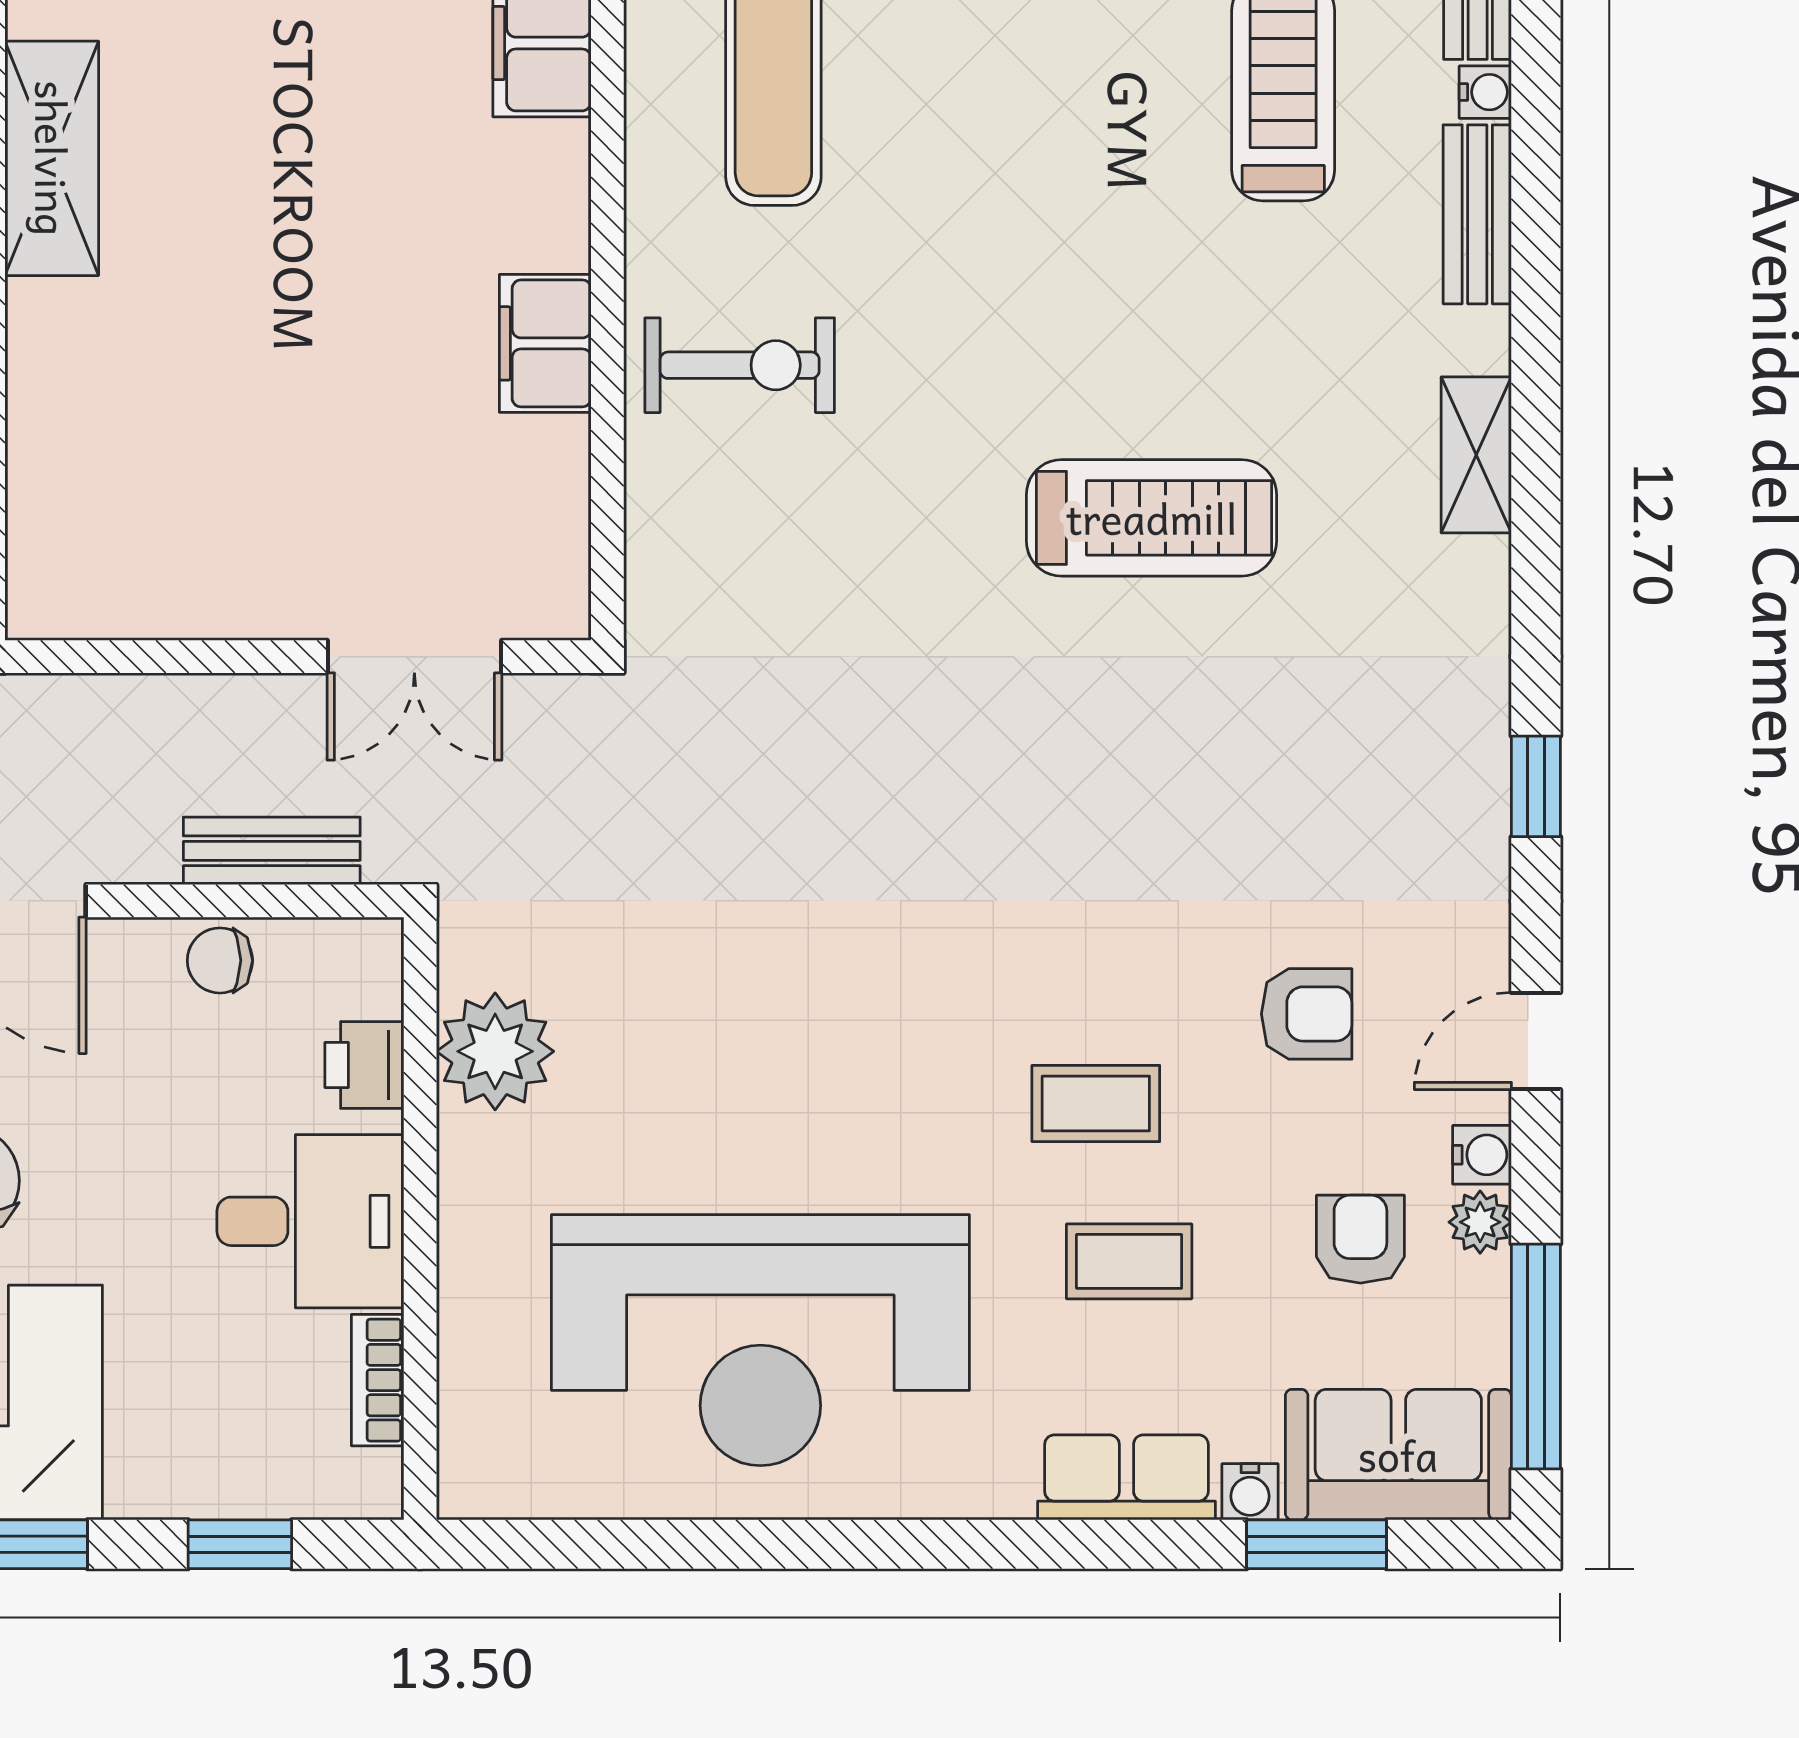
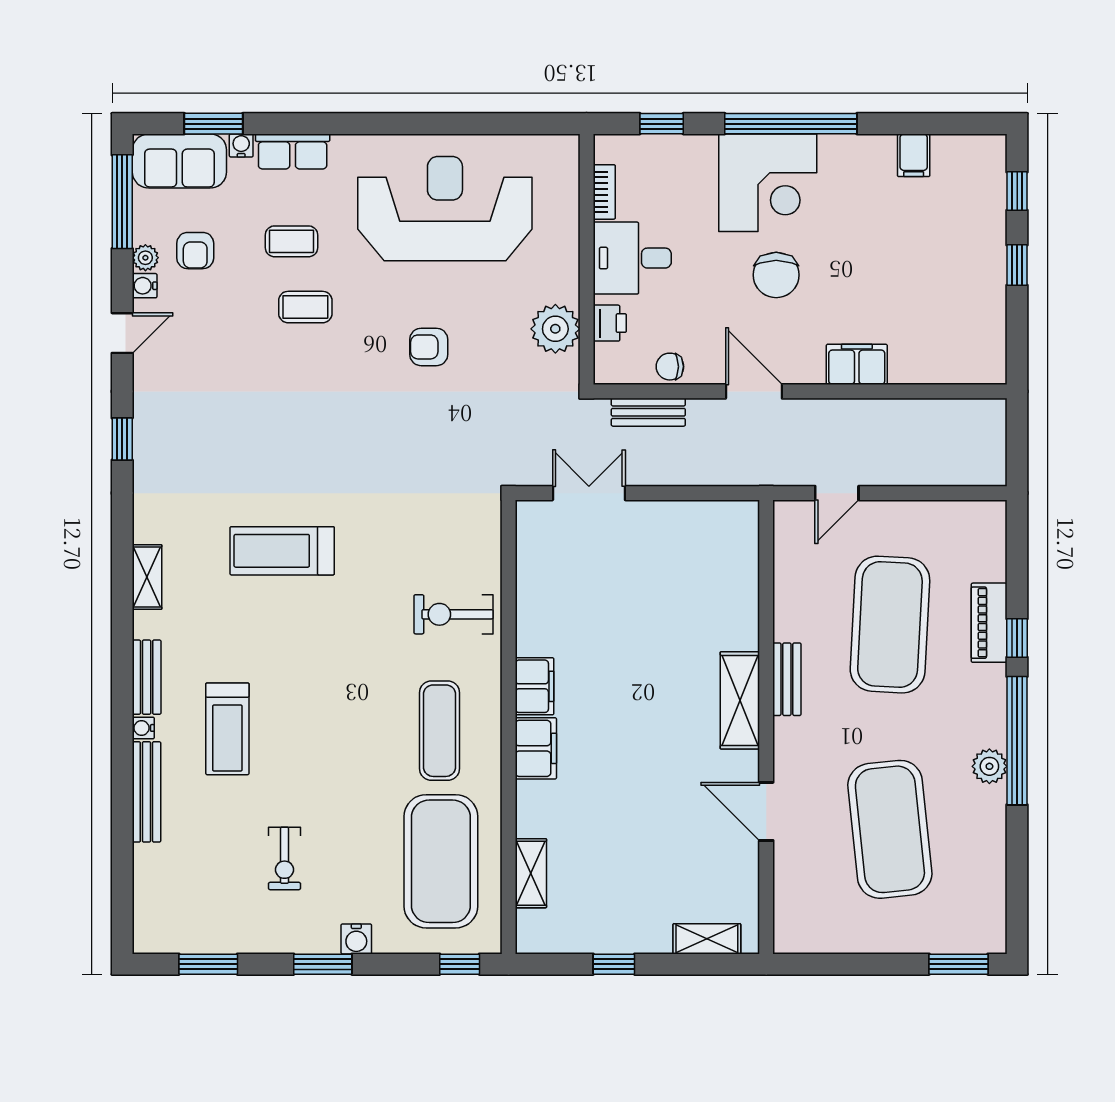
filing cabinet: (545, 343) -> (534, 686), moved
chair: (220, 960) -> (670, 367), turned 180
armchair: (1307, 1014) -> (429, 347), moved

